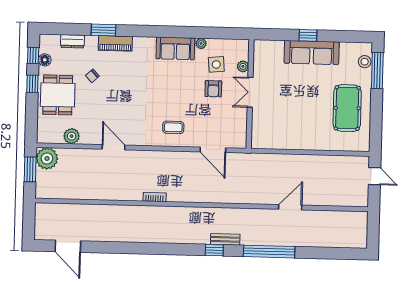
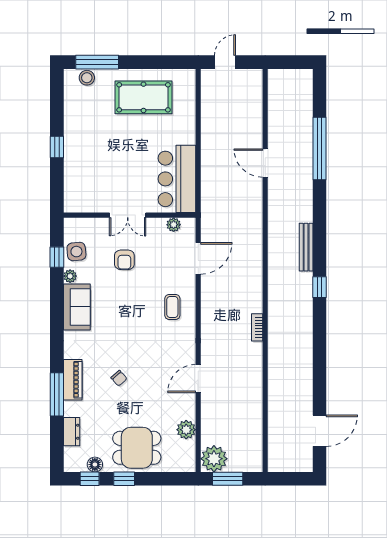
window: (104, 30) -> (57, 394), width x1.44
window: (217, 33) -> (57, 257), added
sofa: (312, 53) -> (78, 142), removed
side table: (216, 64) -> (76, 252), moved
plant: (243, 66) -> (174, 225), moved
chair: (92, 76) -> (119, 378), moved
armchair: (213, 89) -> (124, 260), turned 90
bar counter: (279, 134) -> (177, 179), added
bench: (225, 239) -> (306, 247), width x1.36
window: (214, 250) -> (320, 287), moved
window: (269, 252) -> (320, 149), moved

